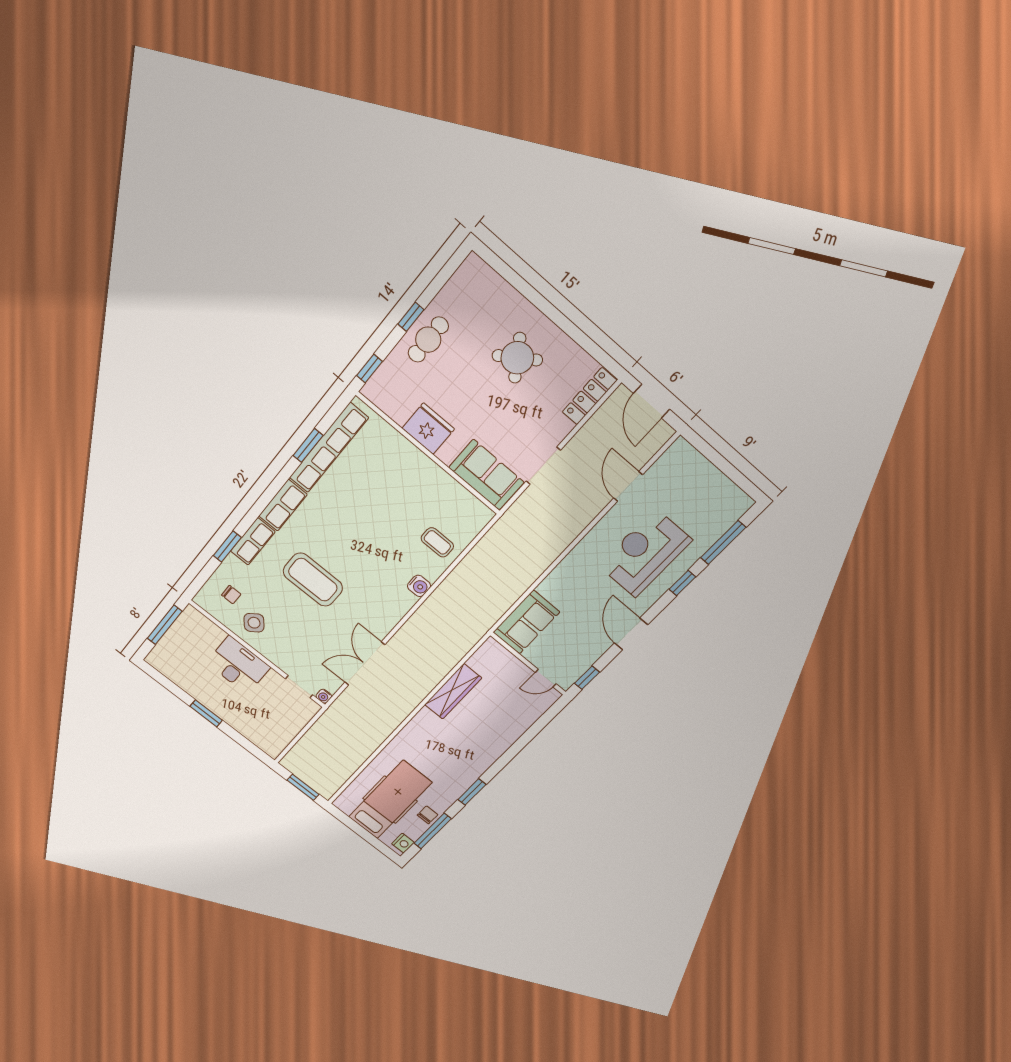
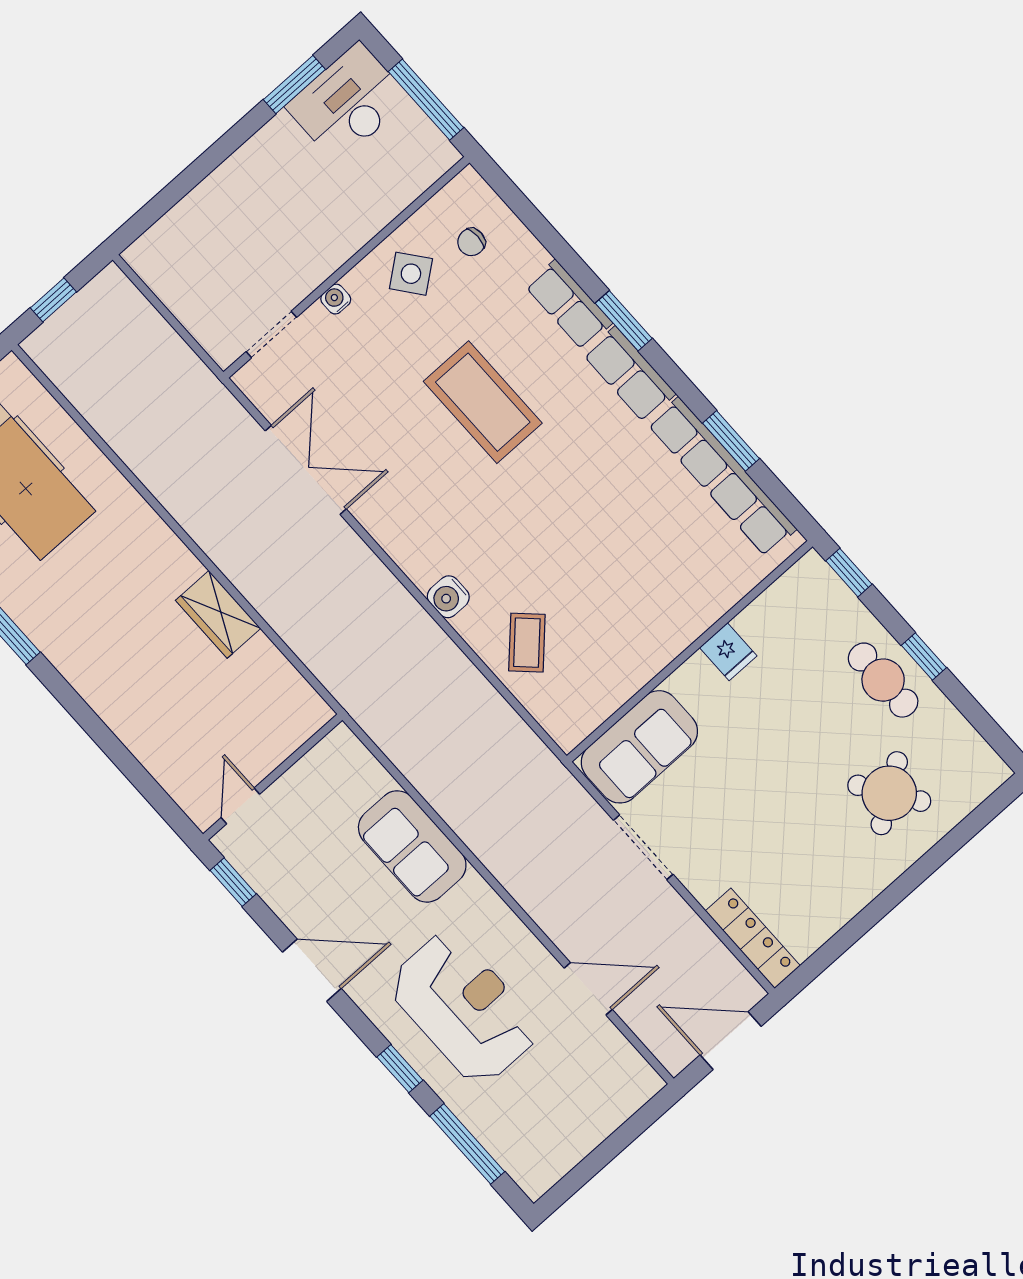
round table: (517, 358) -> (889, 793), moved
fridge: (428, 429) -> (728, 652), width x0.53, depth x0.75
coffee table: (437, 542) -> (527, 643), turned -46
window: (227, 547) -> (624, 321), moved
coffee table: (313, 580) -> (483, 402), turned 90
sofa: (526, 622) -> (412, 846), moved
desk: (238, 665) -> (348, 103), moved, turned 180
wardrobe: (453, 691) -> (218, 614), width x0.67
water cooler: (324, 696) -> (336, 299), moved
window: (206, 713) -> (294, 84), moved
window: (303, 787) -> (53, 300), width x0.67

